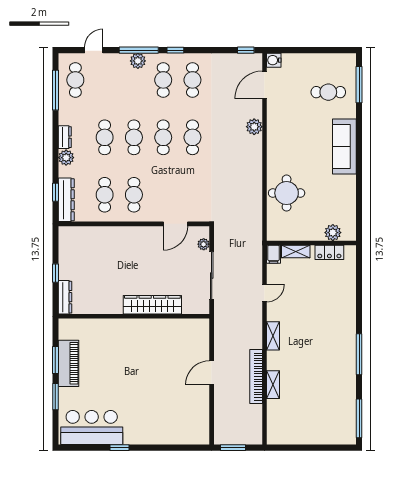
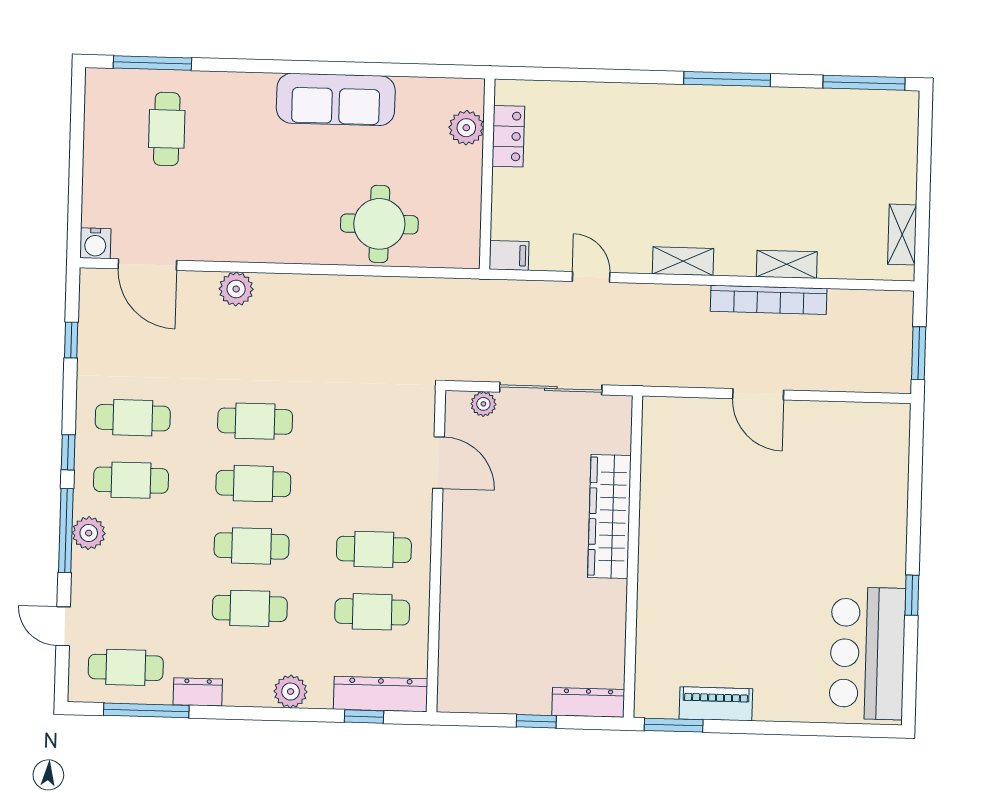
window: (246, 50) -> (71, 340), moved
dresser: (65, 137) -> (198, 692), moved
sofa: (344, 147) -> (336, 99), moved
shelving: (296, 252) -> (902, 235), moved
window: (55, 360) -> (674, 725), moved
piano: (68, 363) -> (716, 704), width x0.73, depth x0.75
window: (55, 397) -> (799, 729), removed

